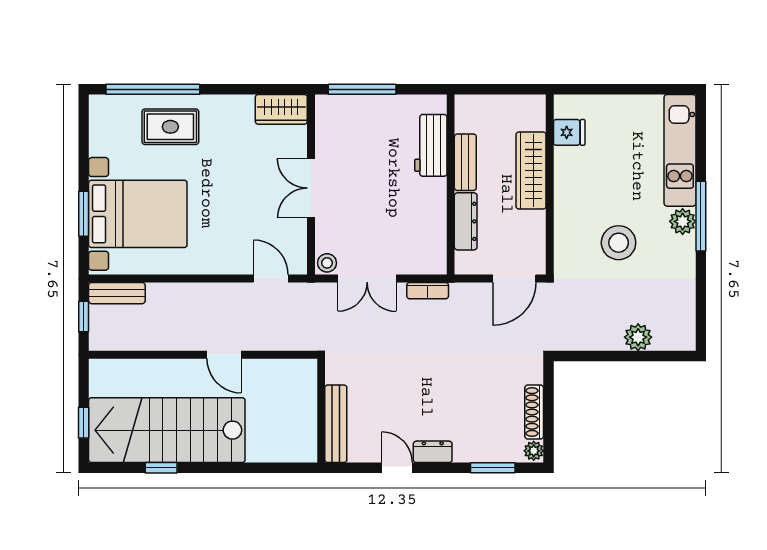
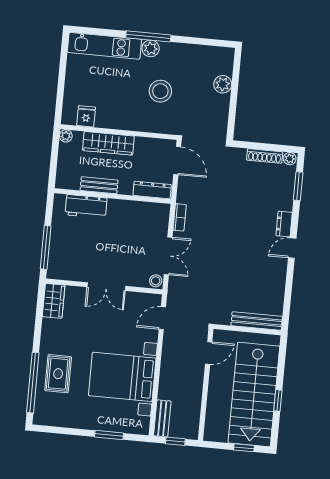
plant: (536, 104) -> (66, 136), added
bed with nightstands: (138, 214) -> (122, 377), moved, turned -90
dresser: (466, 221) -> (152, 190), moved
wall: (321, 411) -> (247, 330), moved
bench: (336, 424) -> (257, 321), moved

